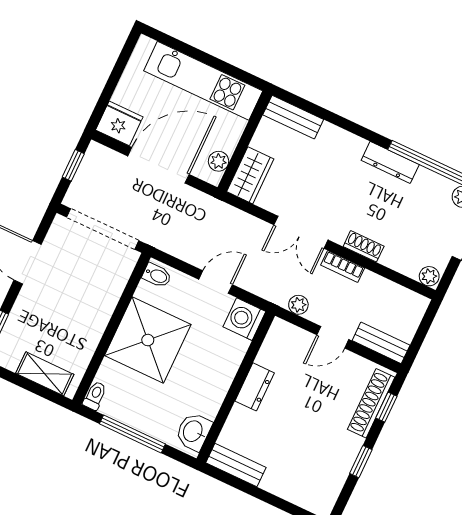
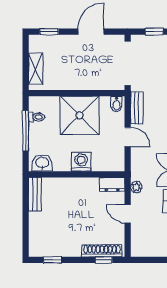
washing machine: (244, 319) -> (81, 162), moved
bench: (381, 343) -> (137, 108), moved
dresser: (255, 387) -> (112, 184), moved
toilet: (95, 396) -> (37, 117), moved
window: (361, 462) -> (53, 260), moved

